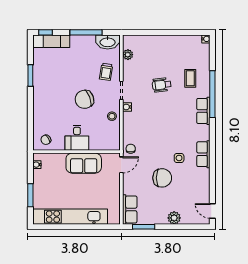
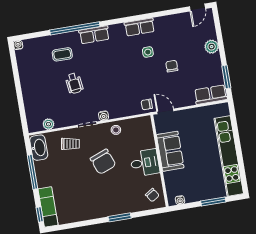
window: (30, 76) -> (120, 217), moved
chair: (162, 178) -> (172, 66), width x0.54, depth x0.54

